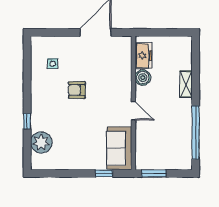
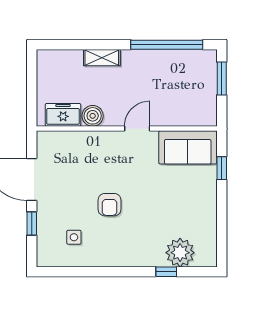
window: (63, 32) -> (32, 223), added
window: (27, 121) -> (166, 272), moved
window: (154, 173) -> (222, 78), moved

